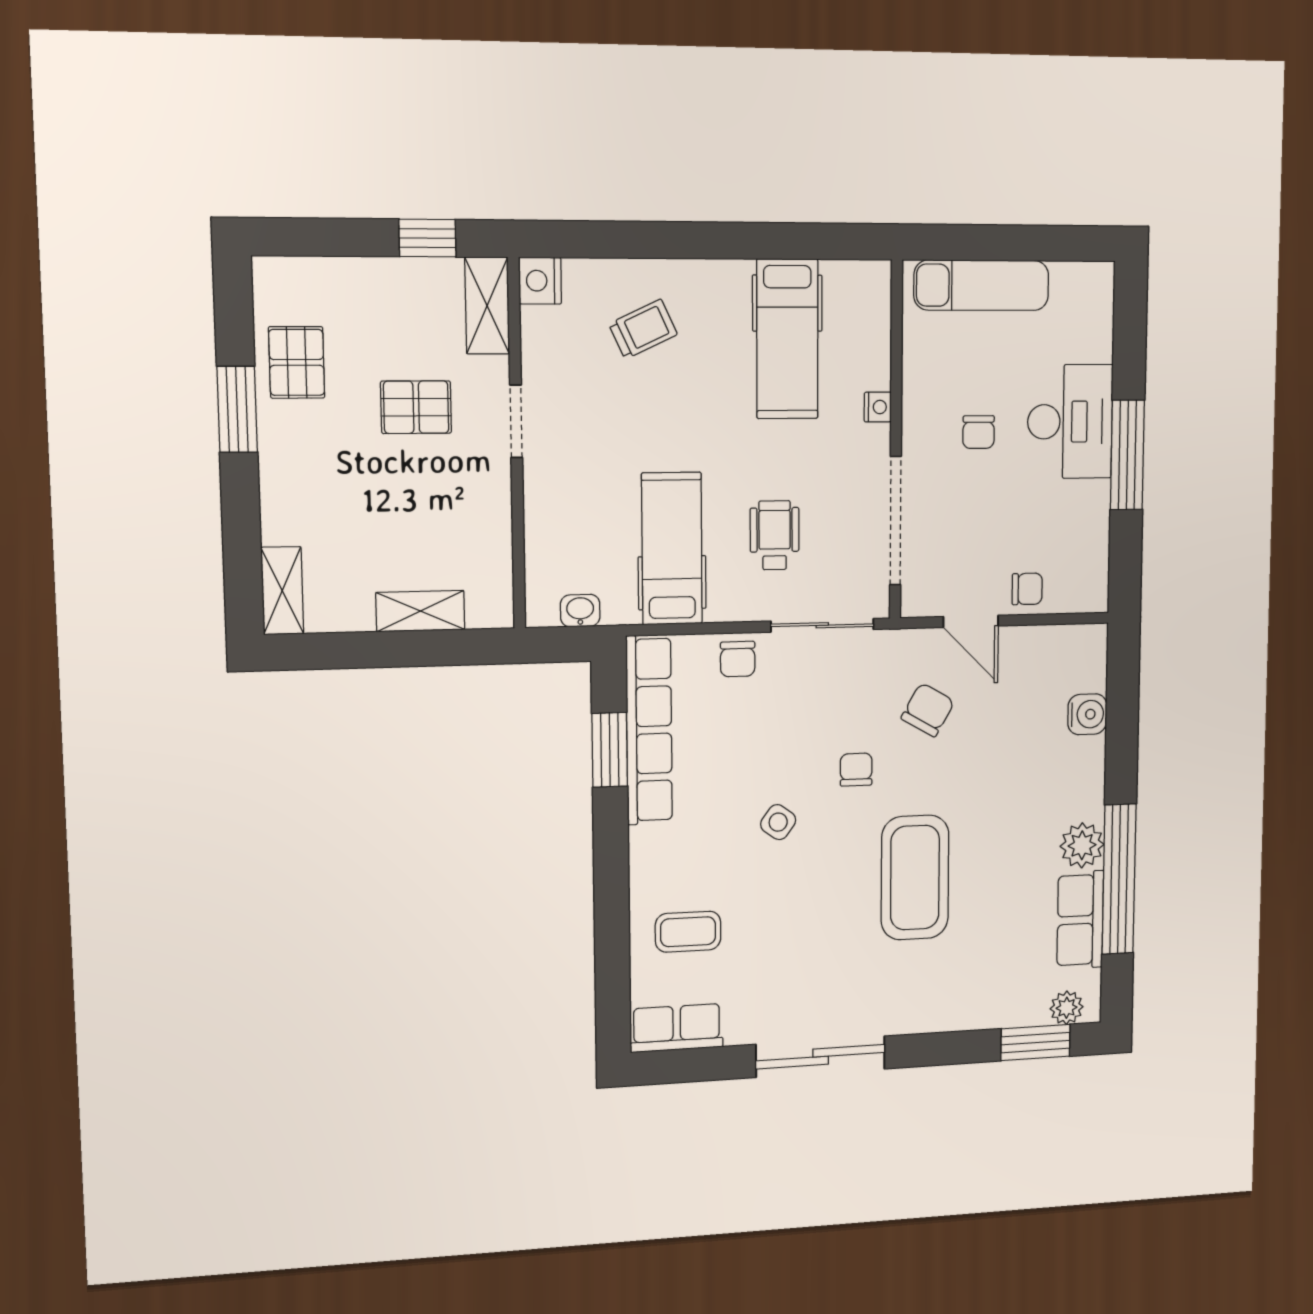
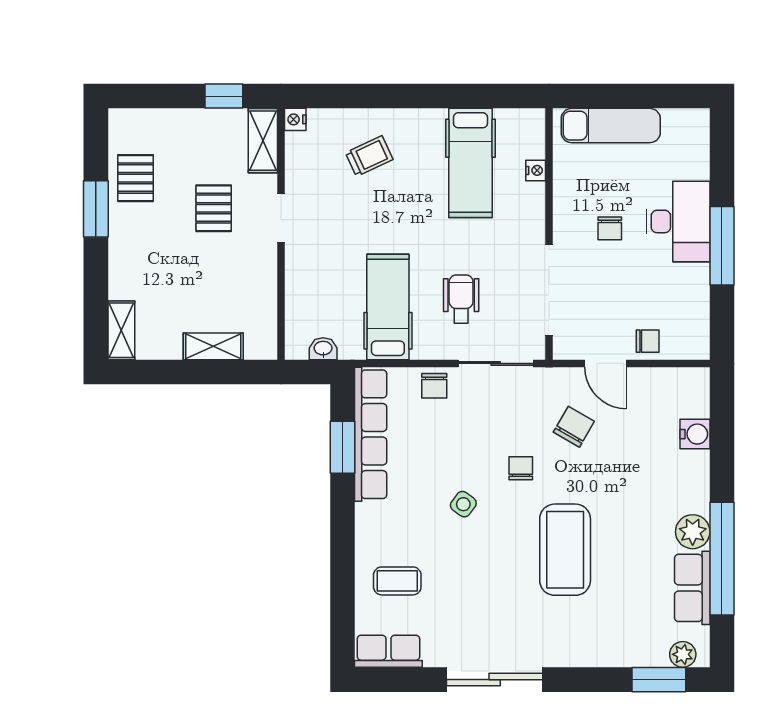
nightstand: (540, 281) -> (295, 119), width x0.72, depth x0.74
pallet: (416, 407) -> (214, 208), turned 90
nightstand: (878, 407) -> (536, 170), moved

